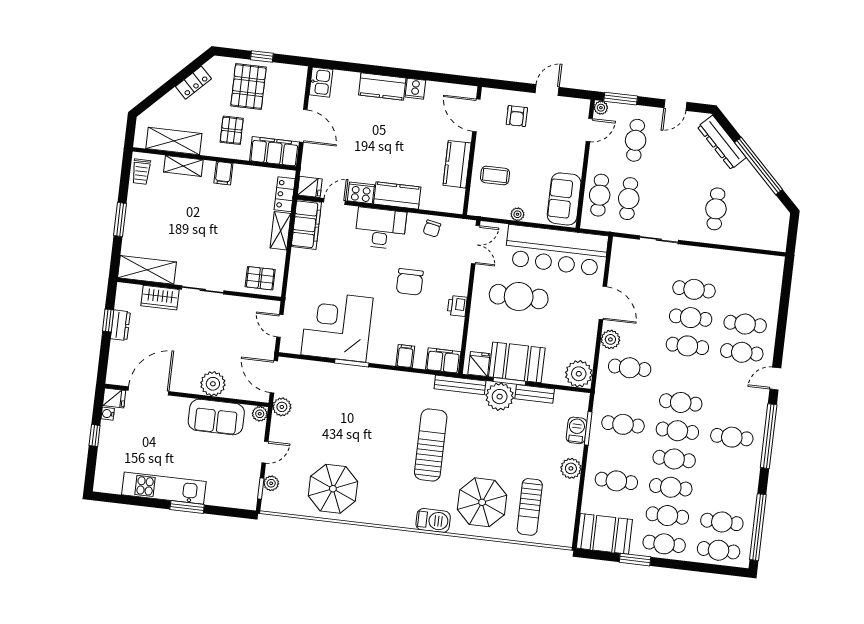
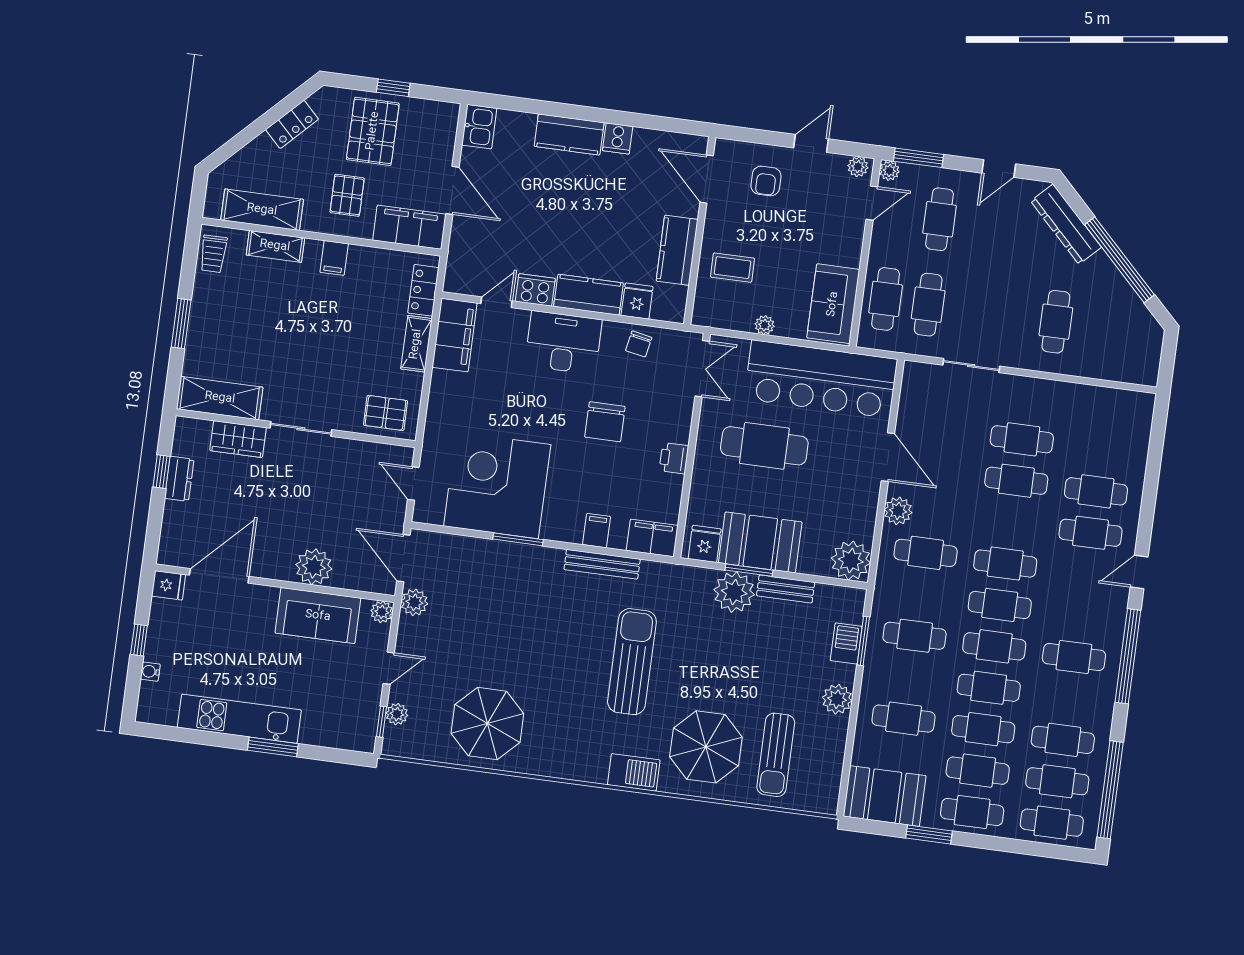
plant: (579, 105) -> (858, 167), added
fridge: (310, 187) -> (637, 301), moved, turned -90
cafe table: (687, 346) -> (1005, 564), moved
bench: (460, 385) -> (602, 564), moved
water cooler: (108, 414) -> (150, 672), moved
cafe table: (725, 494) -> (1063, 740), added

